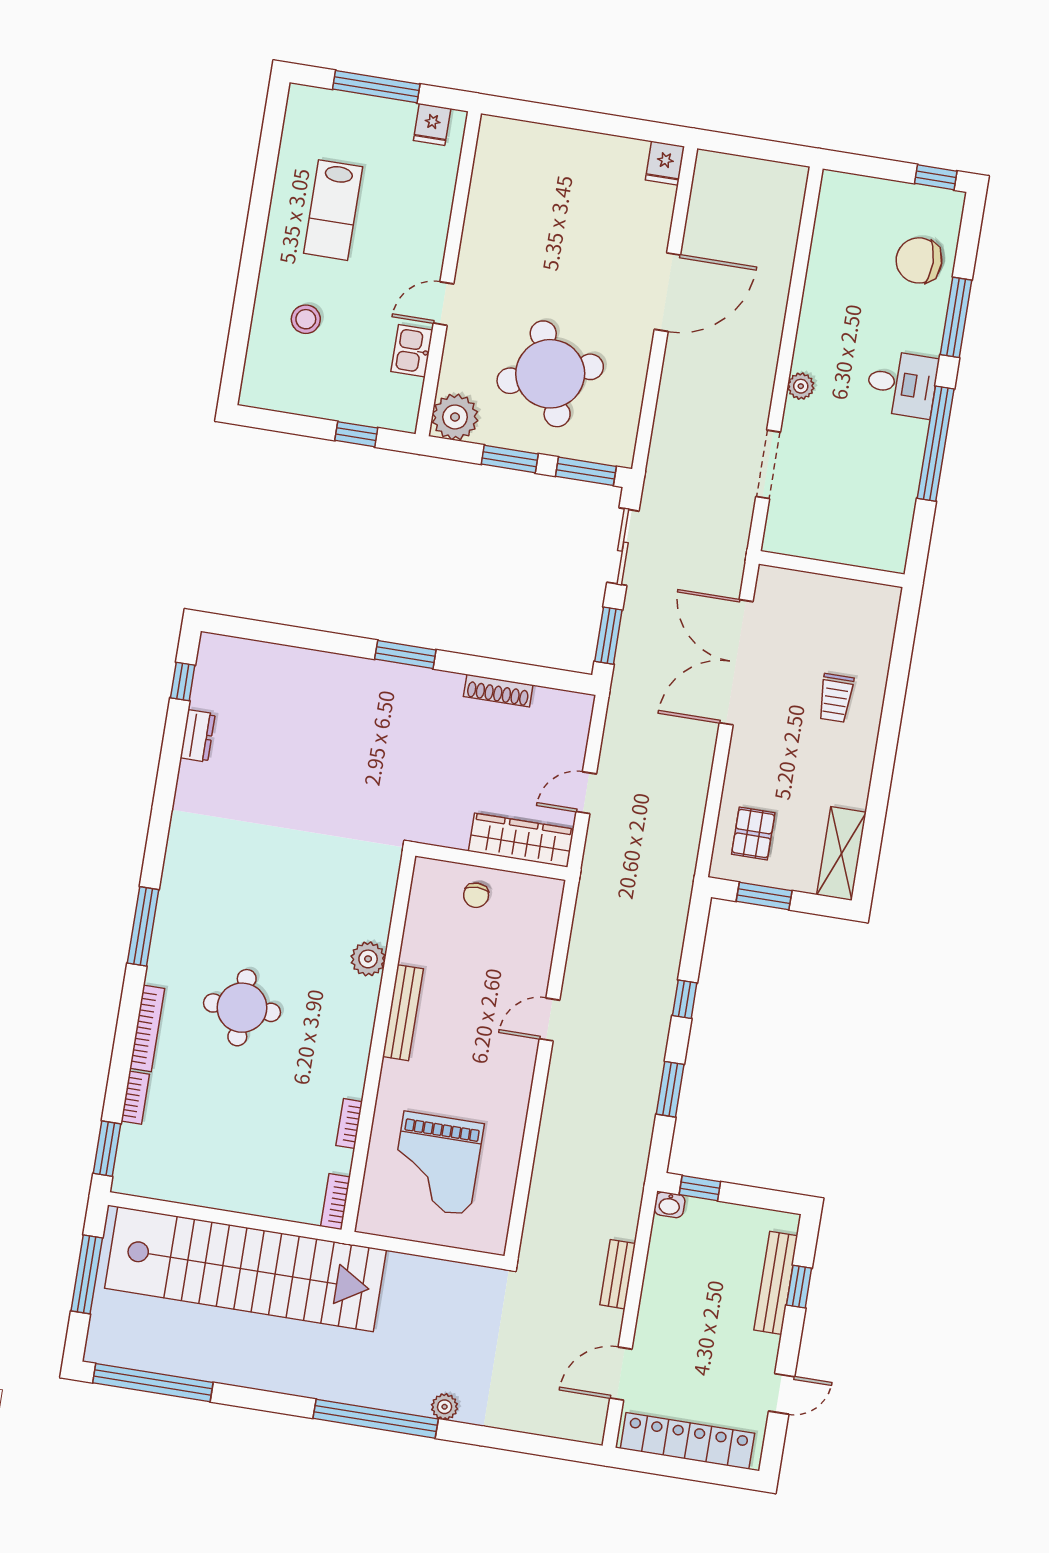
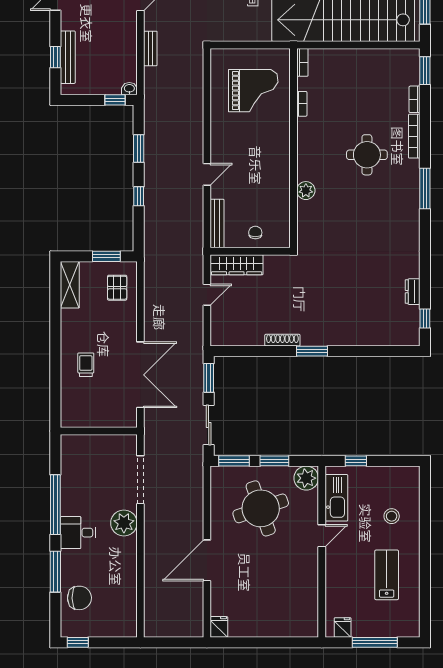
kitchen sink: (412, 351) -> (336, 498), width x1.88, depth x1.24
plant: (801, 386) -> (124, 523), width x1.88, depth x1.88
doorway: (768, 464) -> (140, 480), width x1.36
shoe rack: (498, 691) -> (282, 340), moved
bench: (403, 1013) -> (217, 223), moved
grand piano: (437, 1163) -> (253, 91), turned 90

